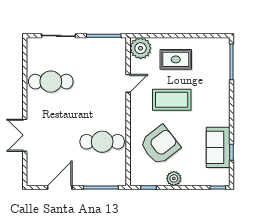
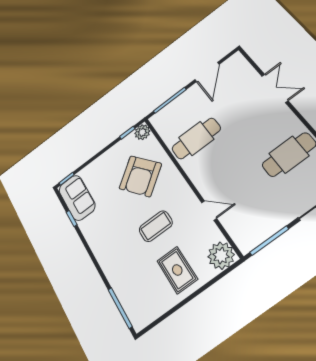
rug: (176, 59) -> (177, 270), turned 90
door: (128, 83) -> (209, 210), swing flipped
coffee table: (172, 100) -> (156, 226), width x0.73, depth x0.76
sofa: (218, 147) -> (77, 198), moved
plant: (174, 178) -> (142, 132), moved

